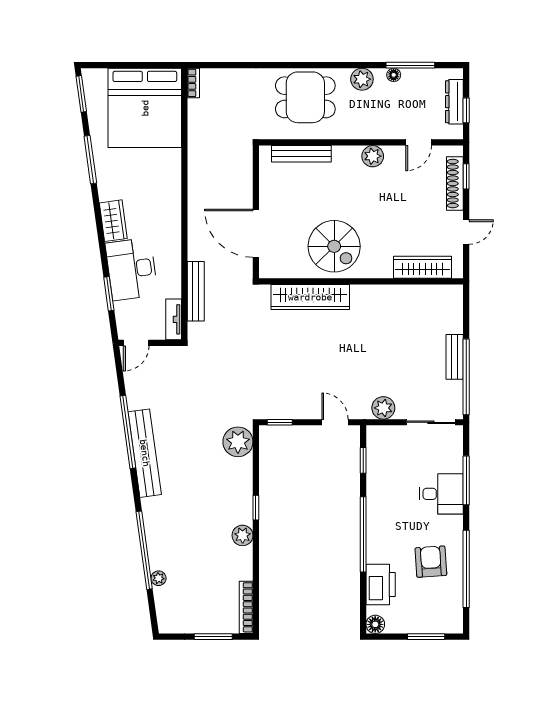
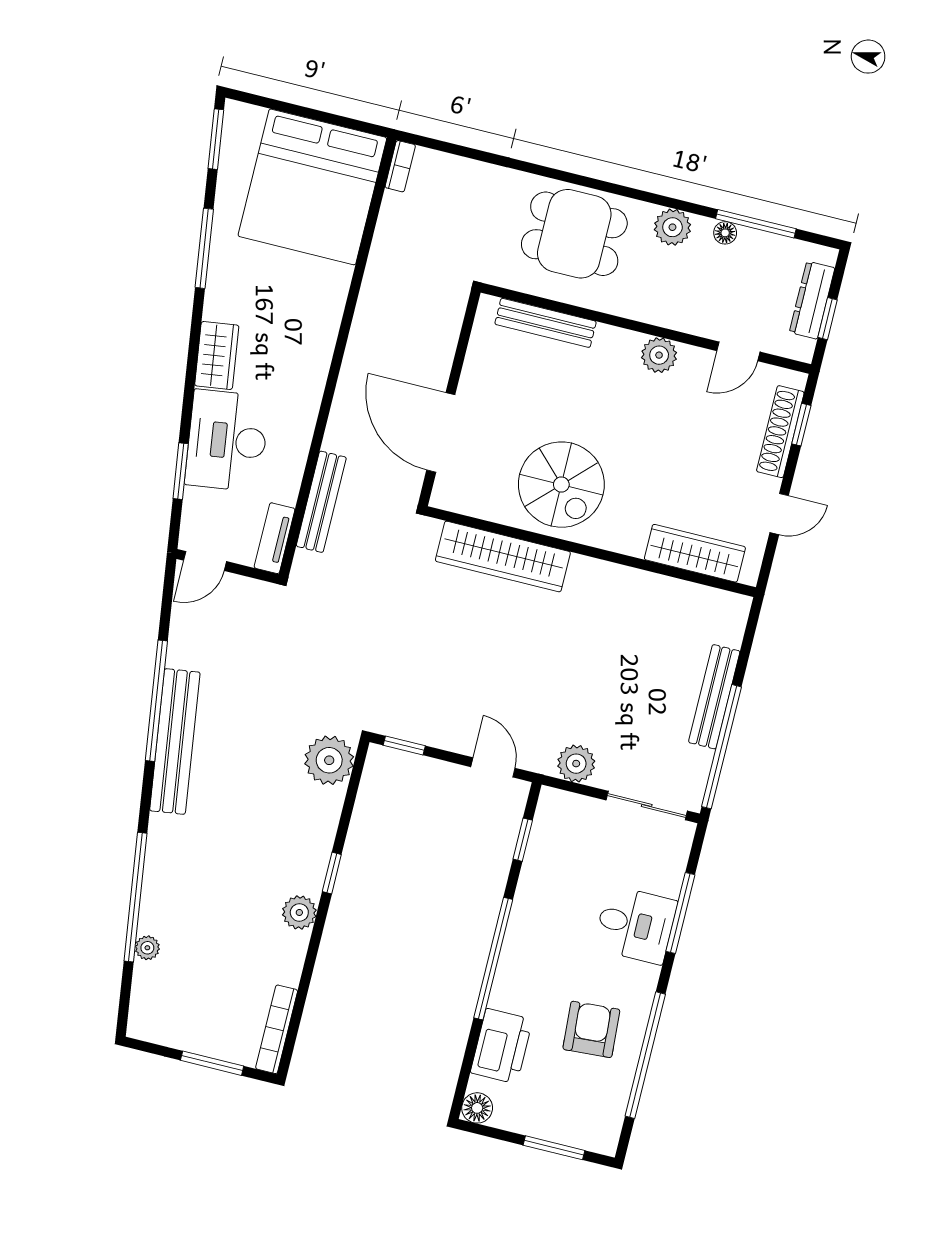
bench: (455, 357) -> (714, 697), width x1.36

